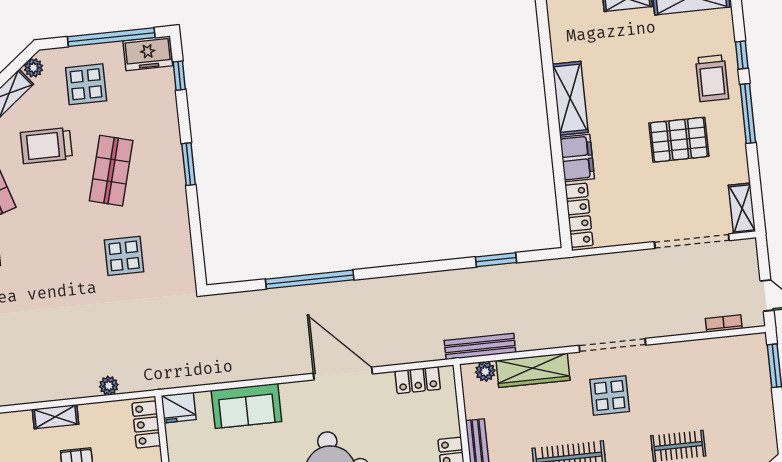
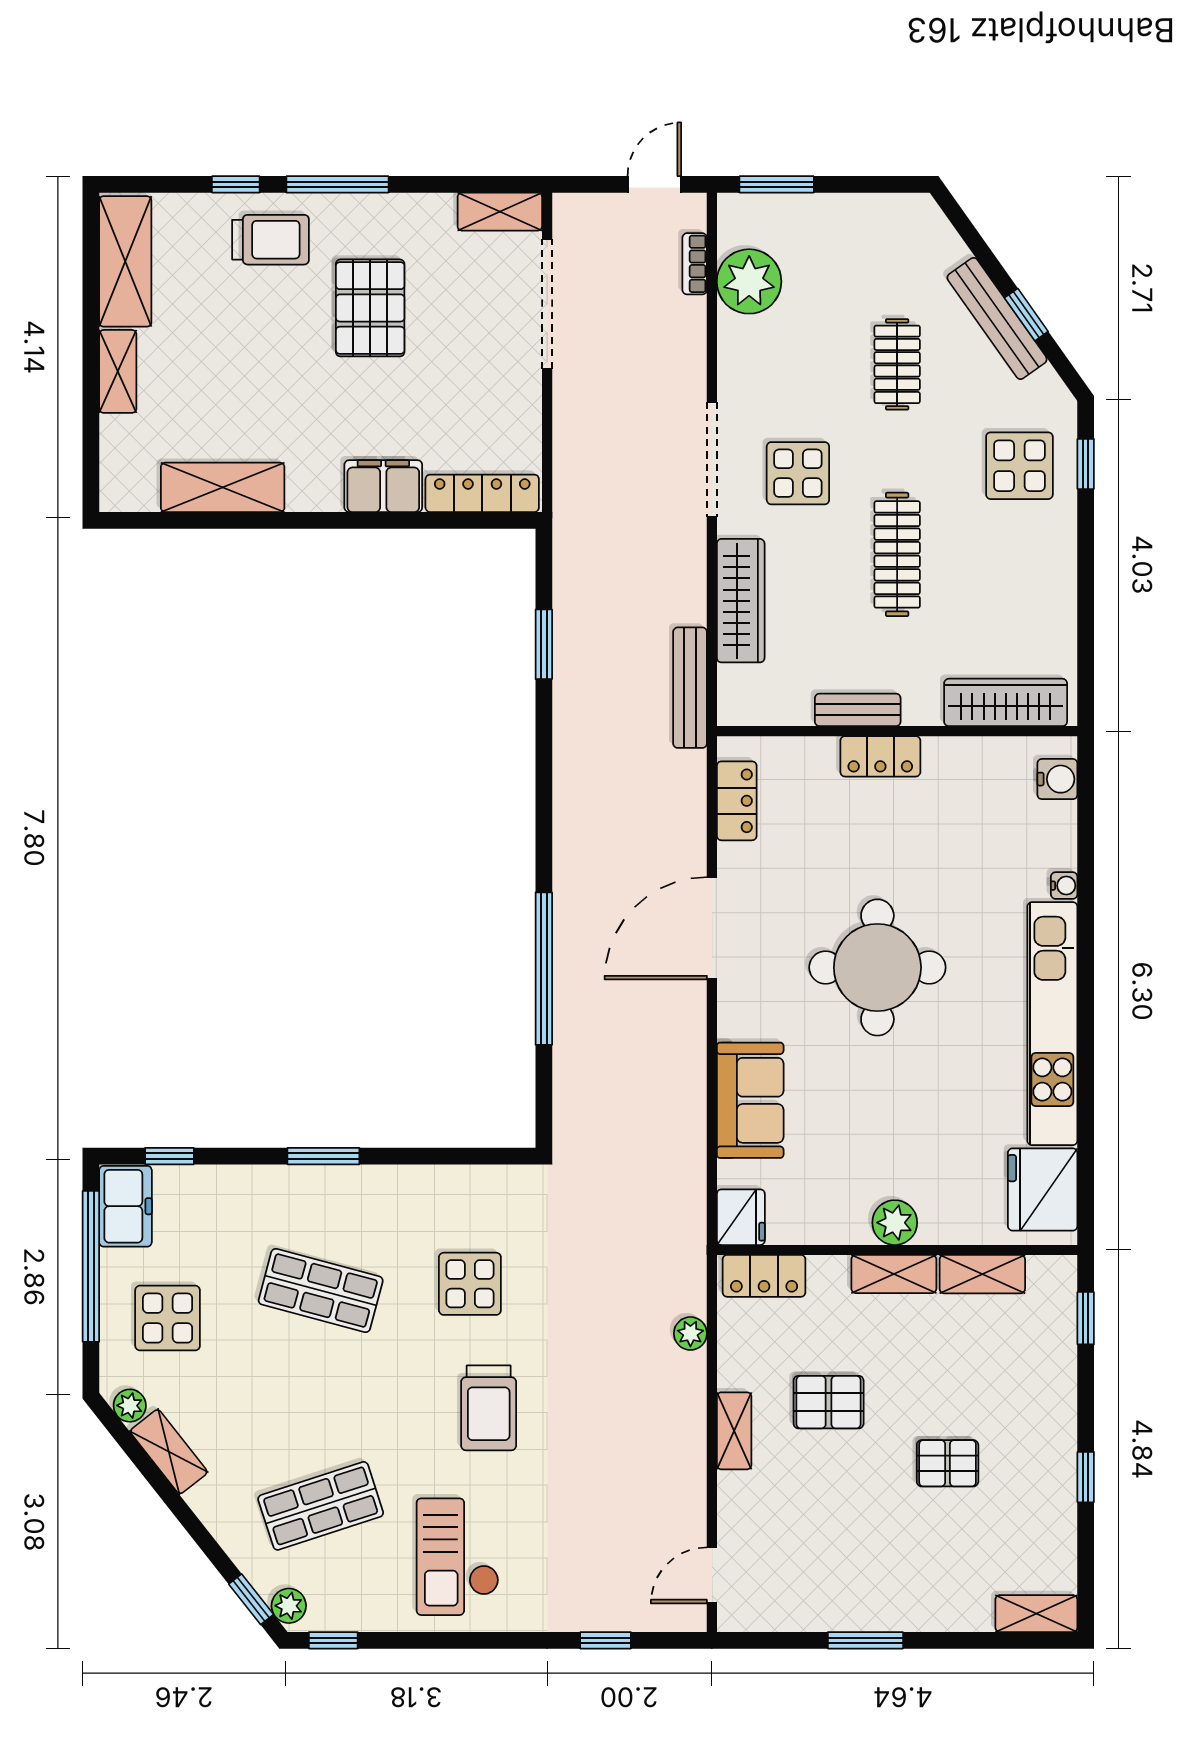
shelving: (570, 98) -> (223, 487), moved
trolley: (46, 146) -> (489, 1408), moved
plant: (485, 371) -> (749, 281), moved, width x1.88, depth x1.88

